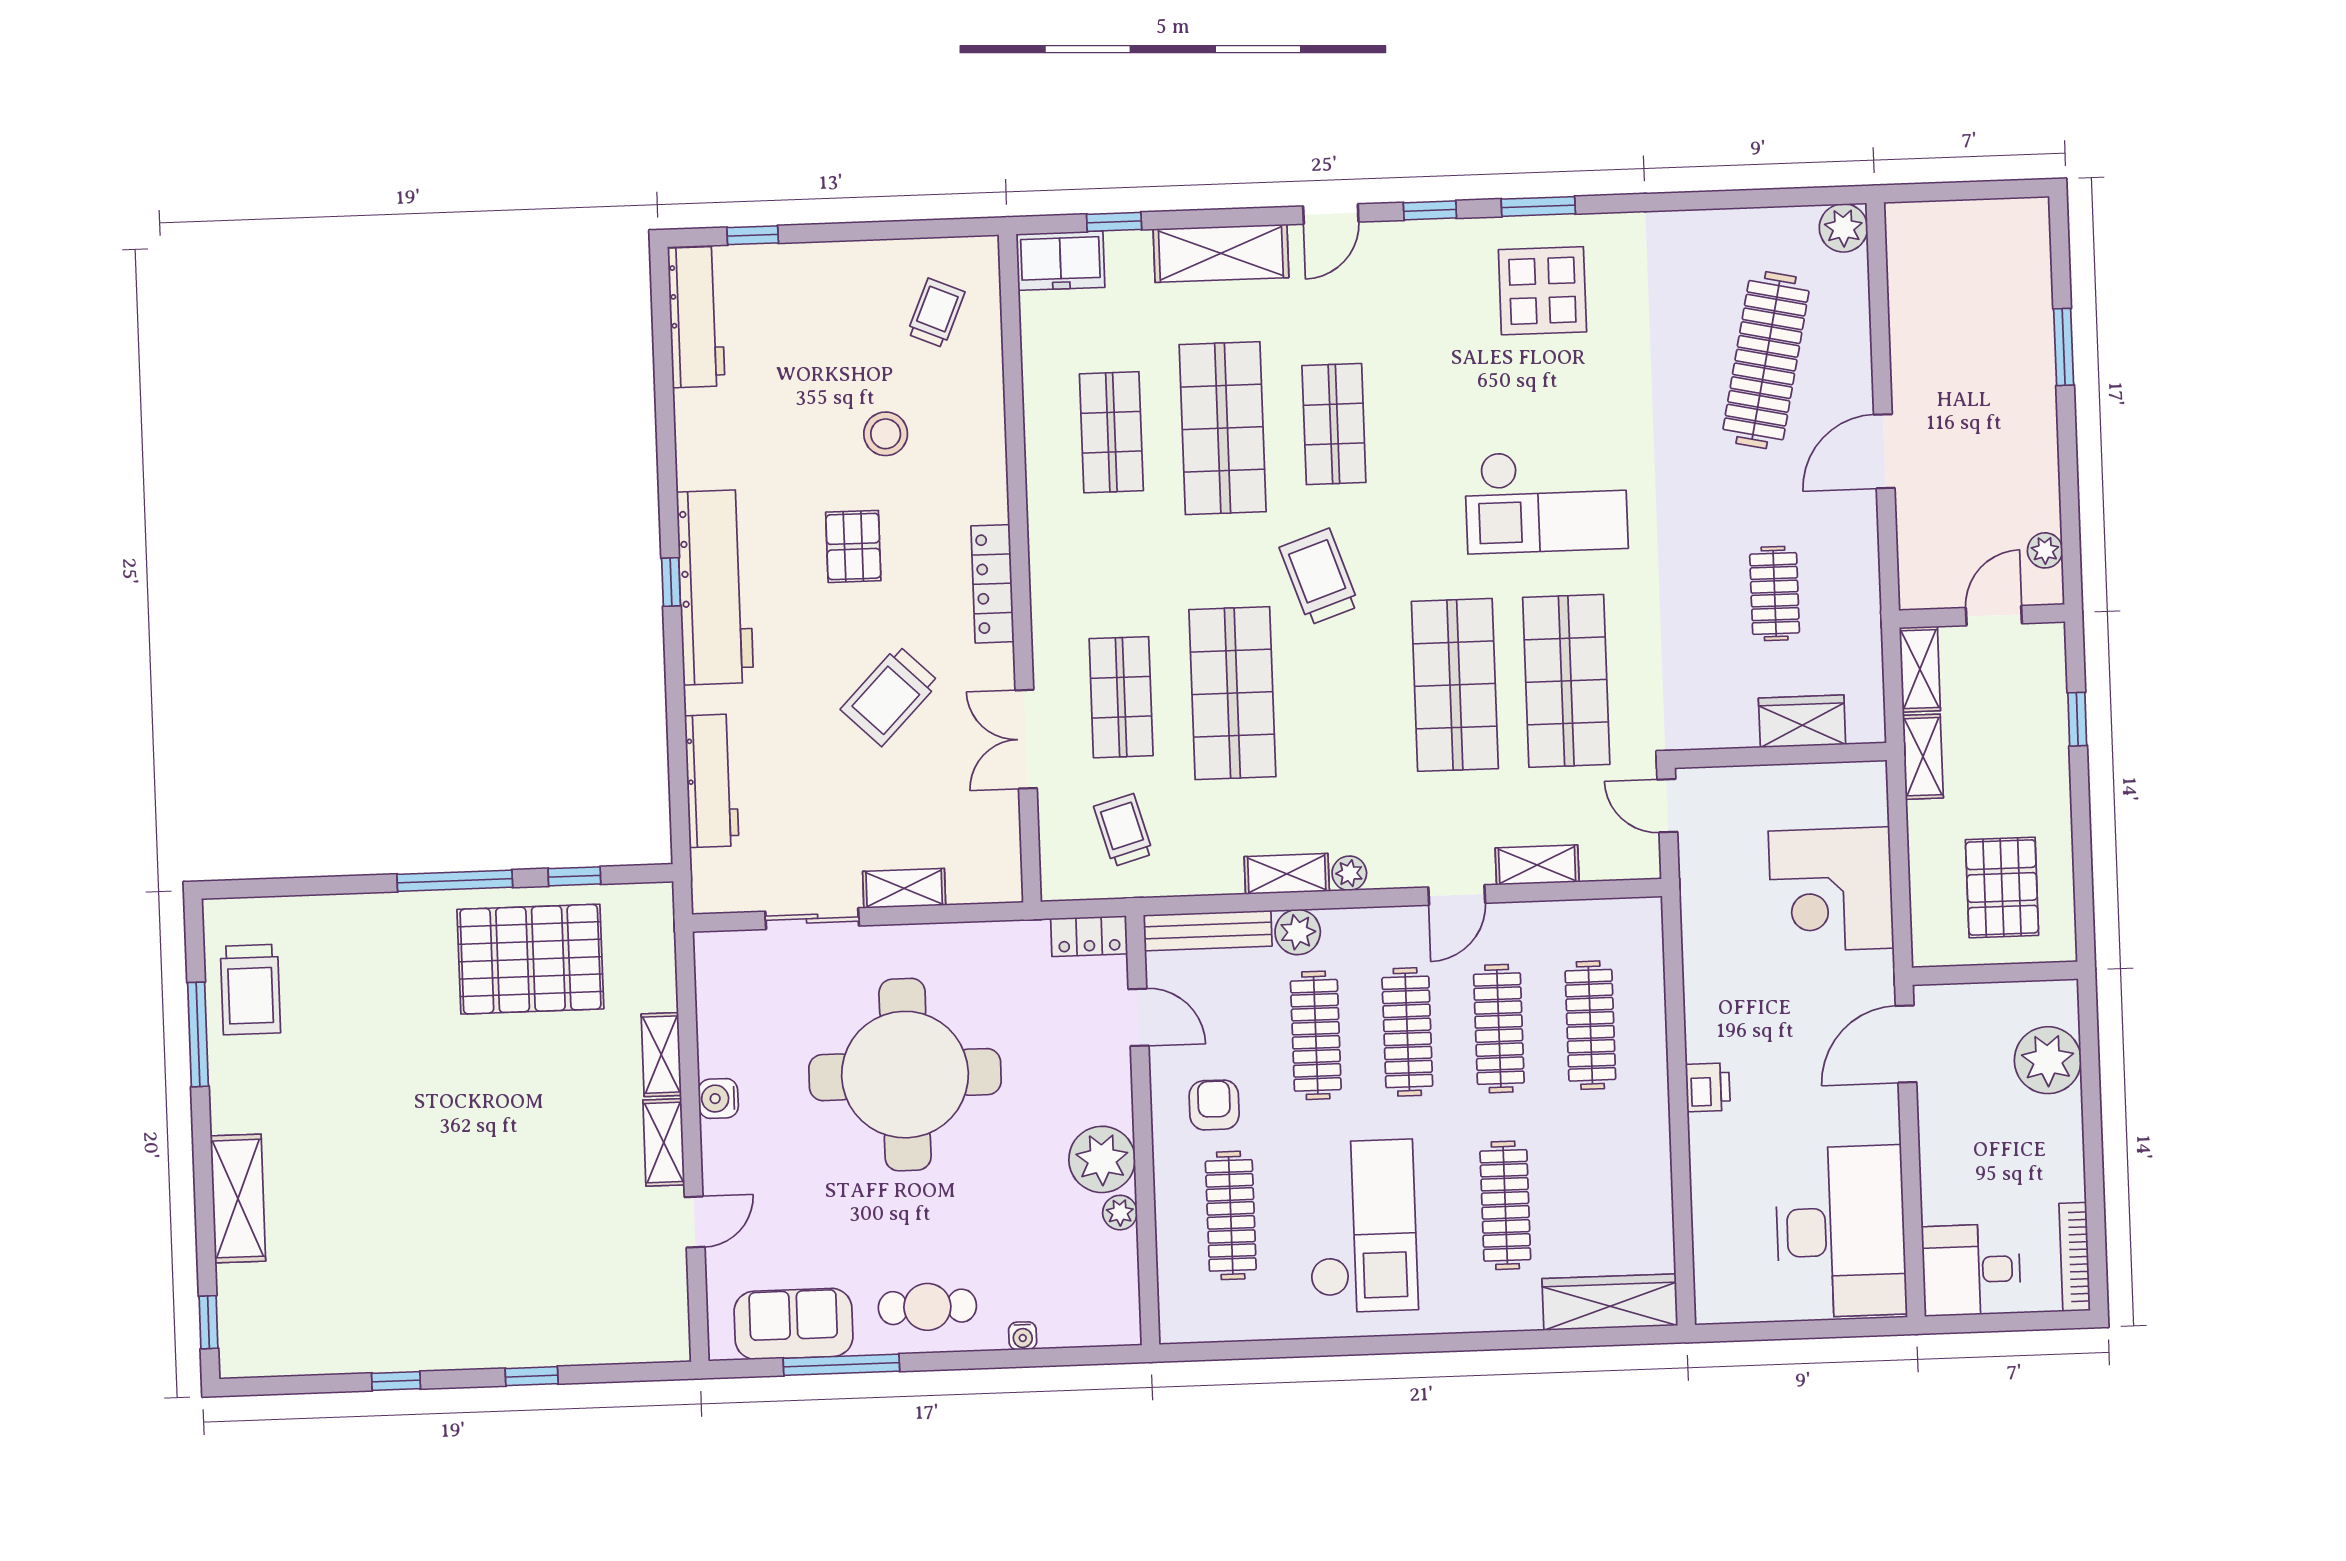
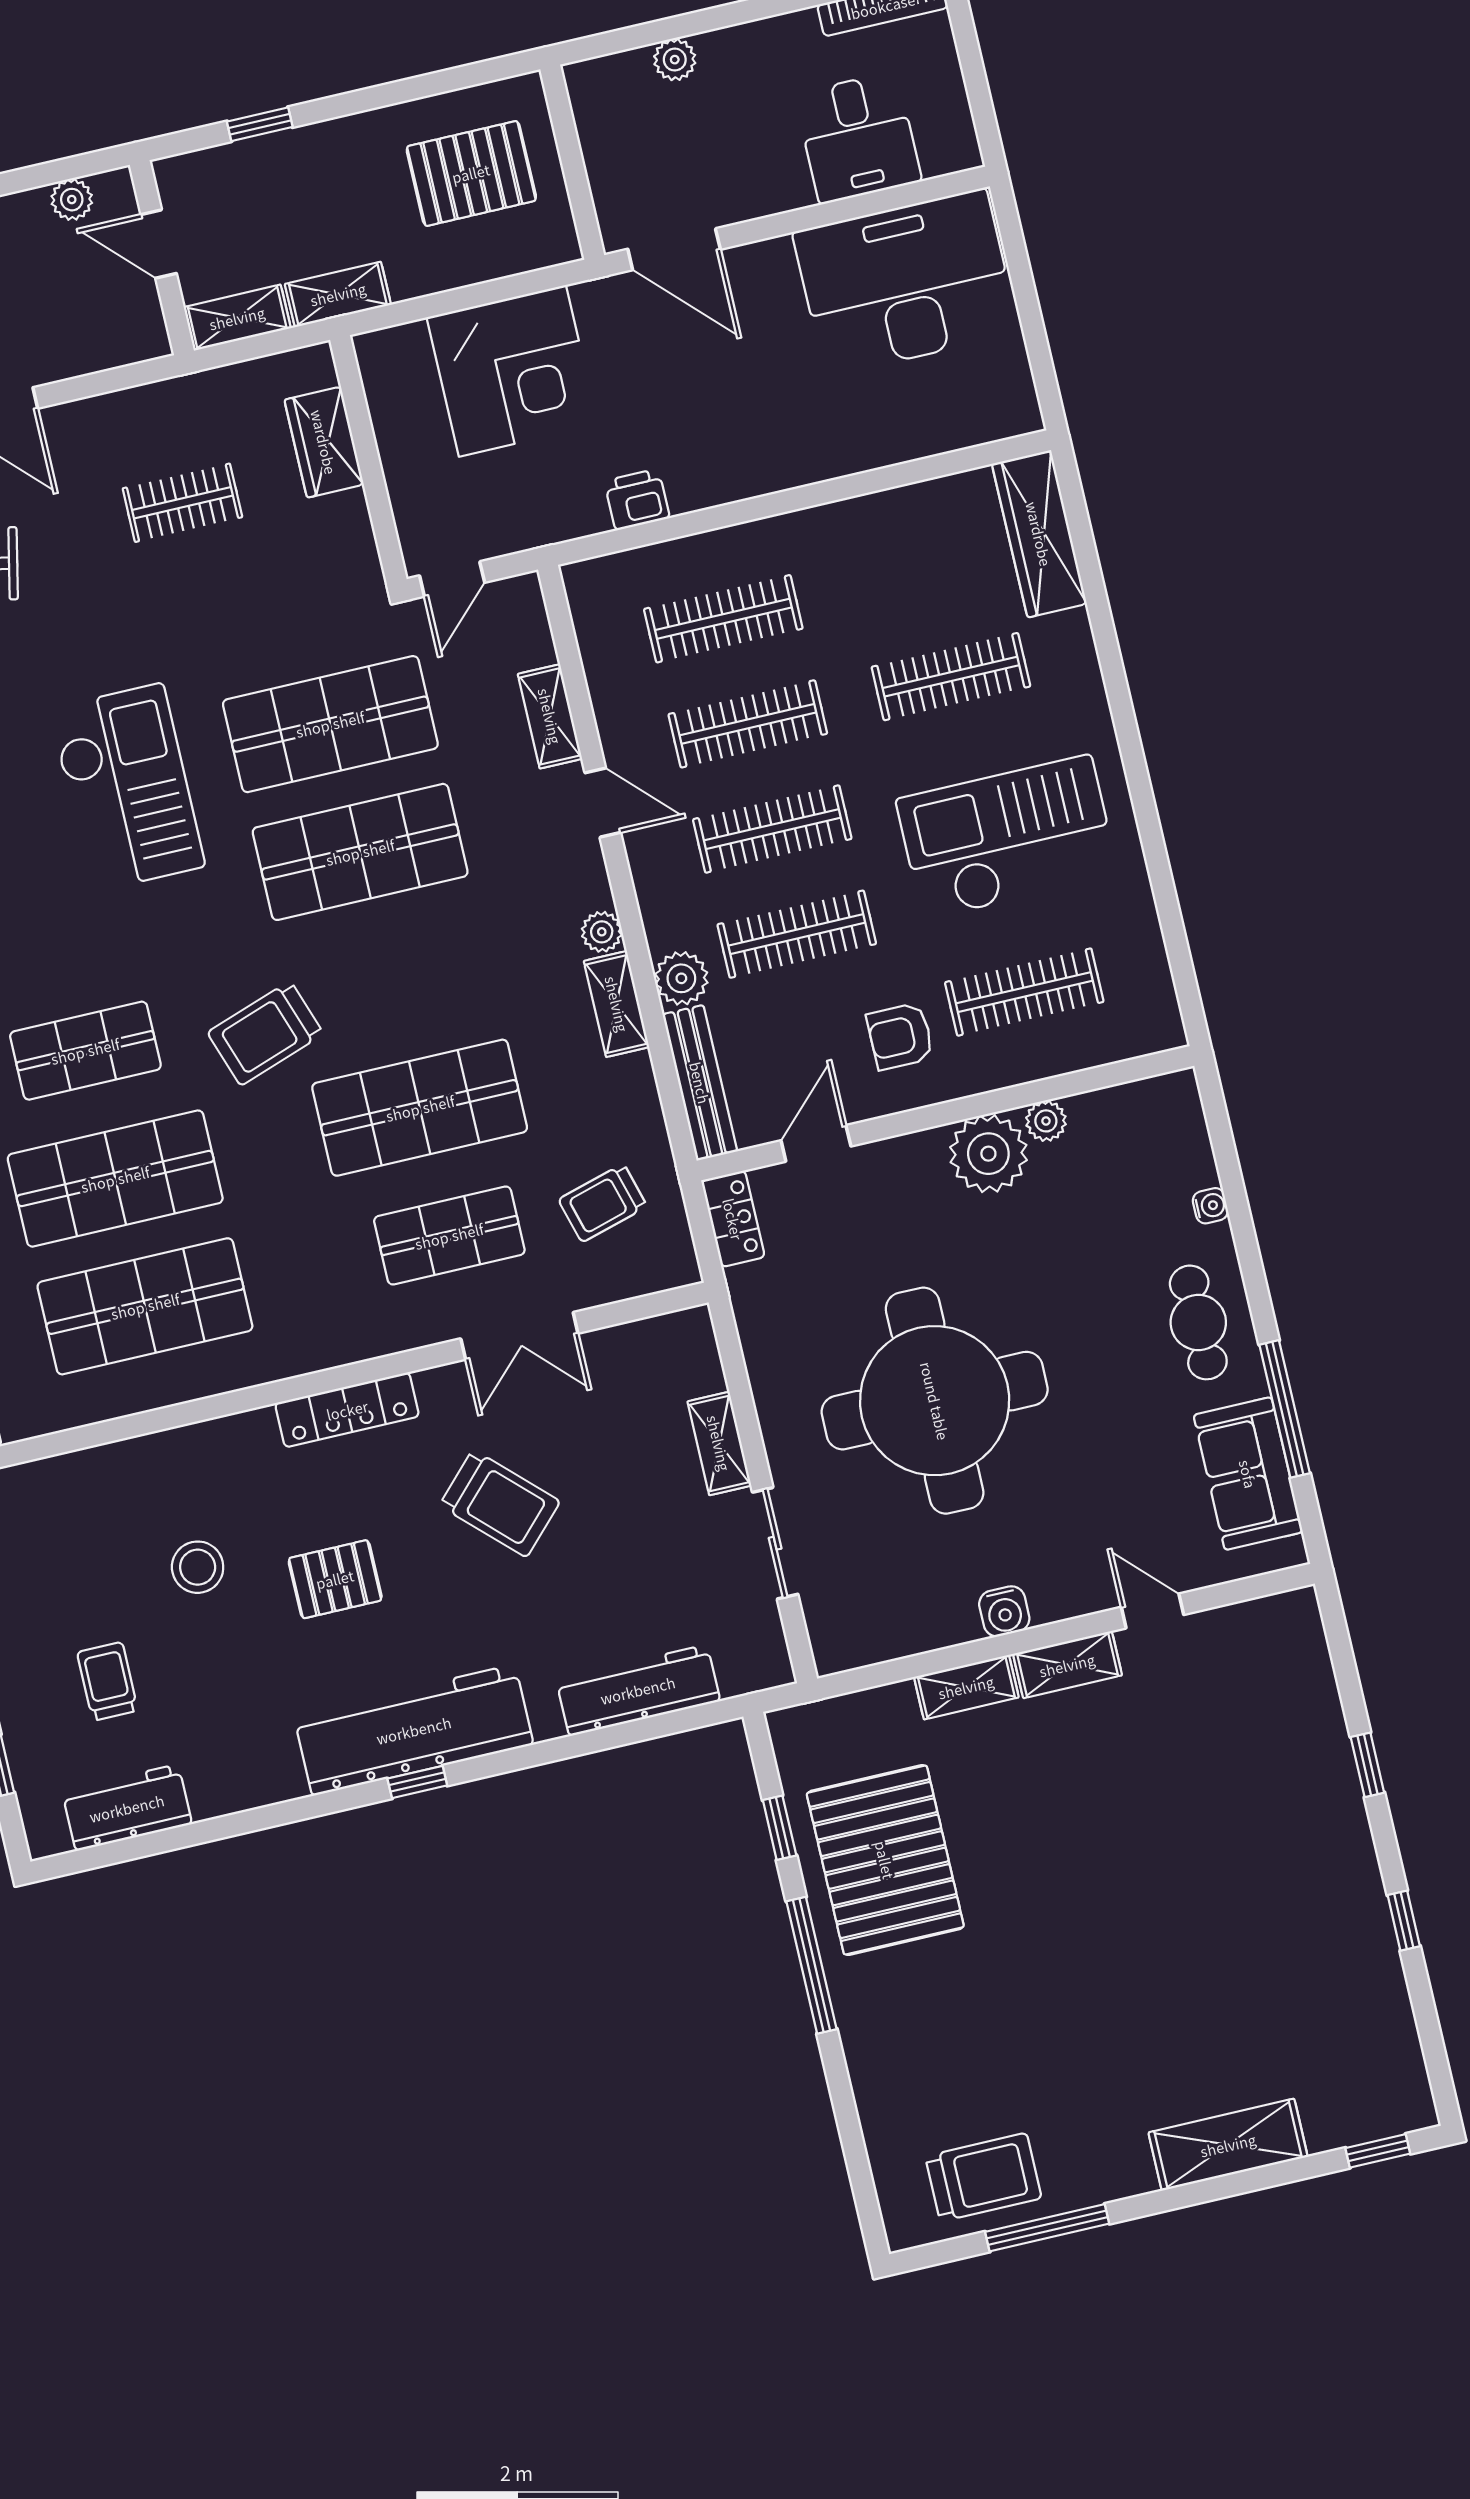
trolley: (936, 313) -> (107, 1681), moved, turned 67
workbench: (696, 317) -> (127, 1808), width x0.73
shop shelf: (1111, 432) -> (145, 1306), width x1.43, depth x1.36
plant: (2048, 1060) -> (675, 60), width x0.53, depth x0.53
printer: (1708, 1087) -> (637, 499), moved
desk: (1971, 1270) -> (858, 138), moved

